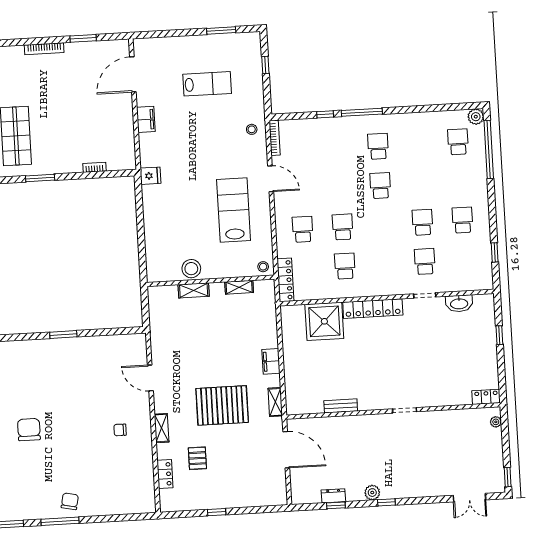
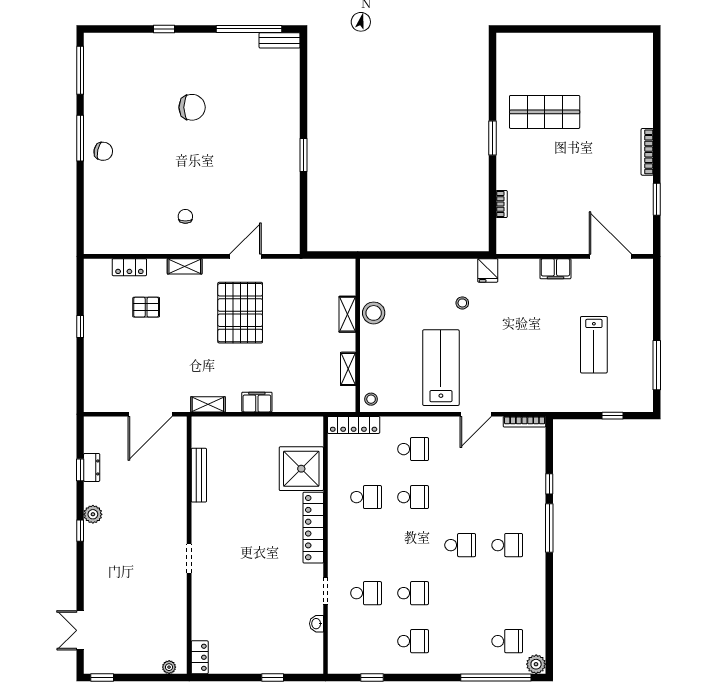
window: (221, 30) -> (657, 365), width x1.44
stool: (252, 129) -> (462, 303), moved
lab bench: (234, 210) -> (441, 368), turned -90
washbasin: (459, 303) -> (317, 624), width x0.52, depth x0.69
pallet: (222, 405) -> (240, 313), moved
bench: (341, 406) -> (199, 475), width x1.36

